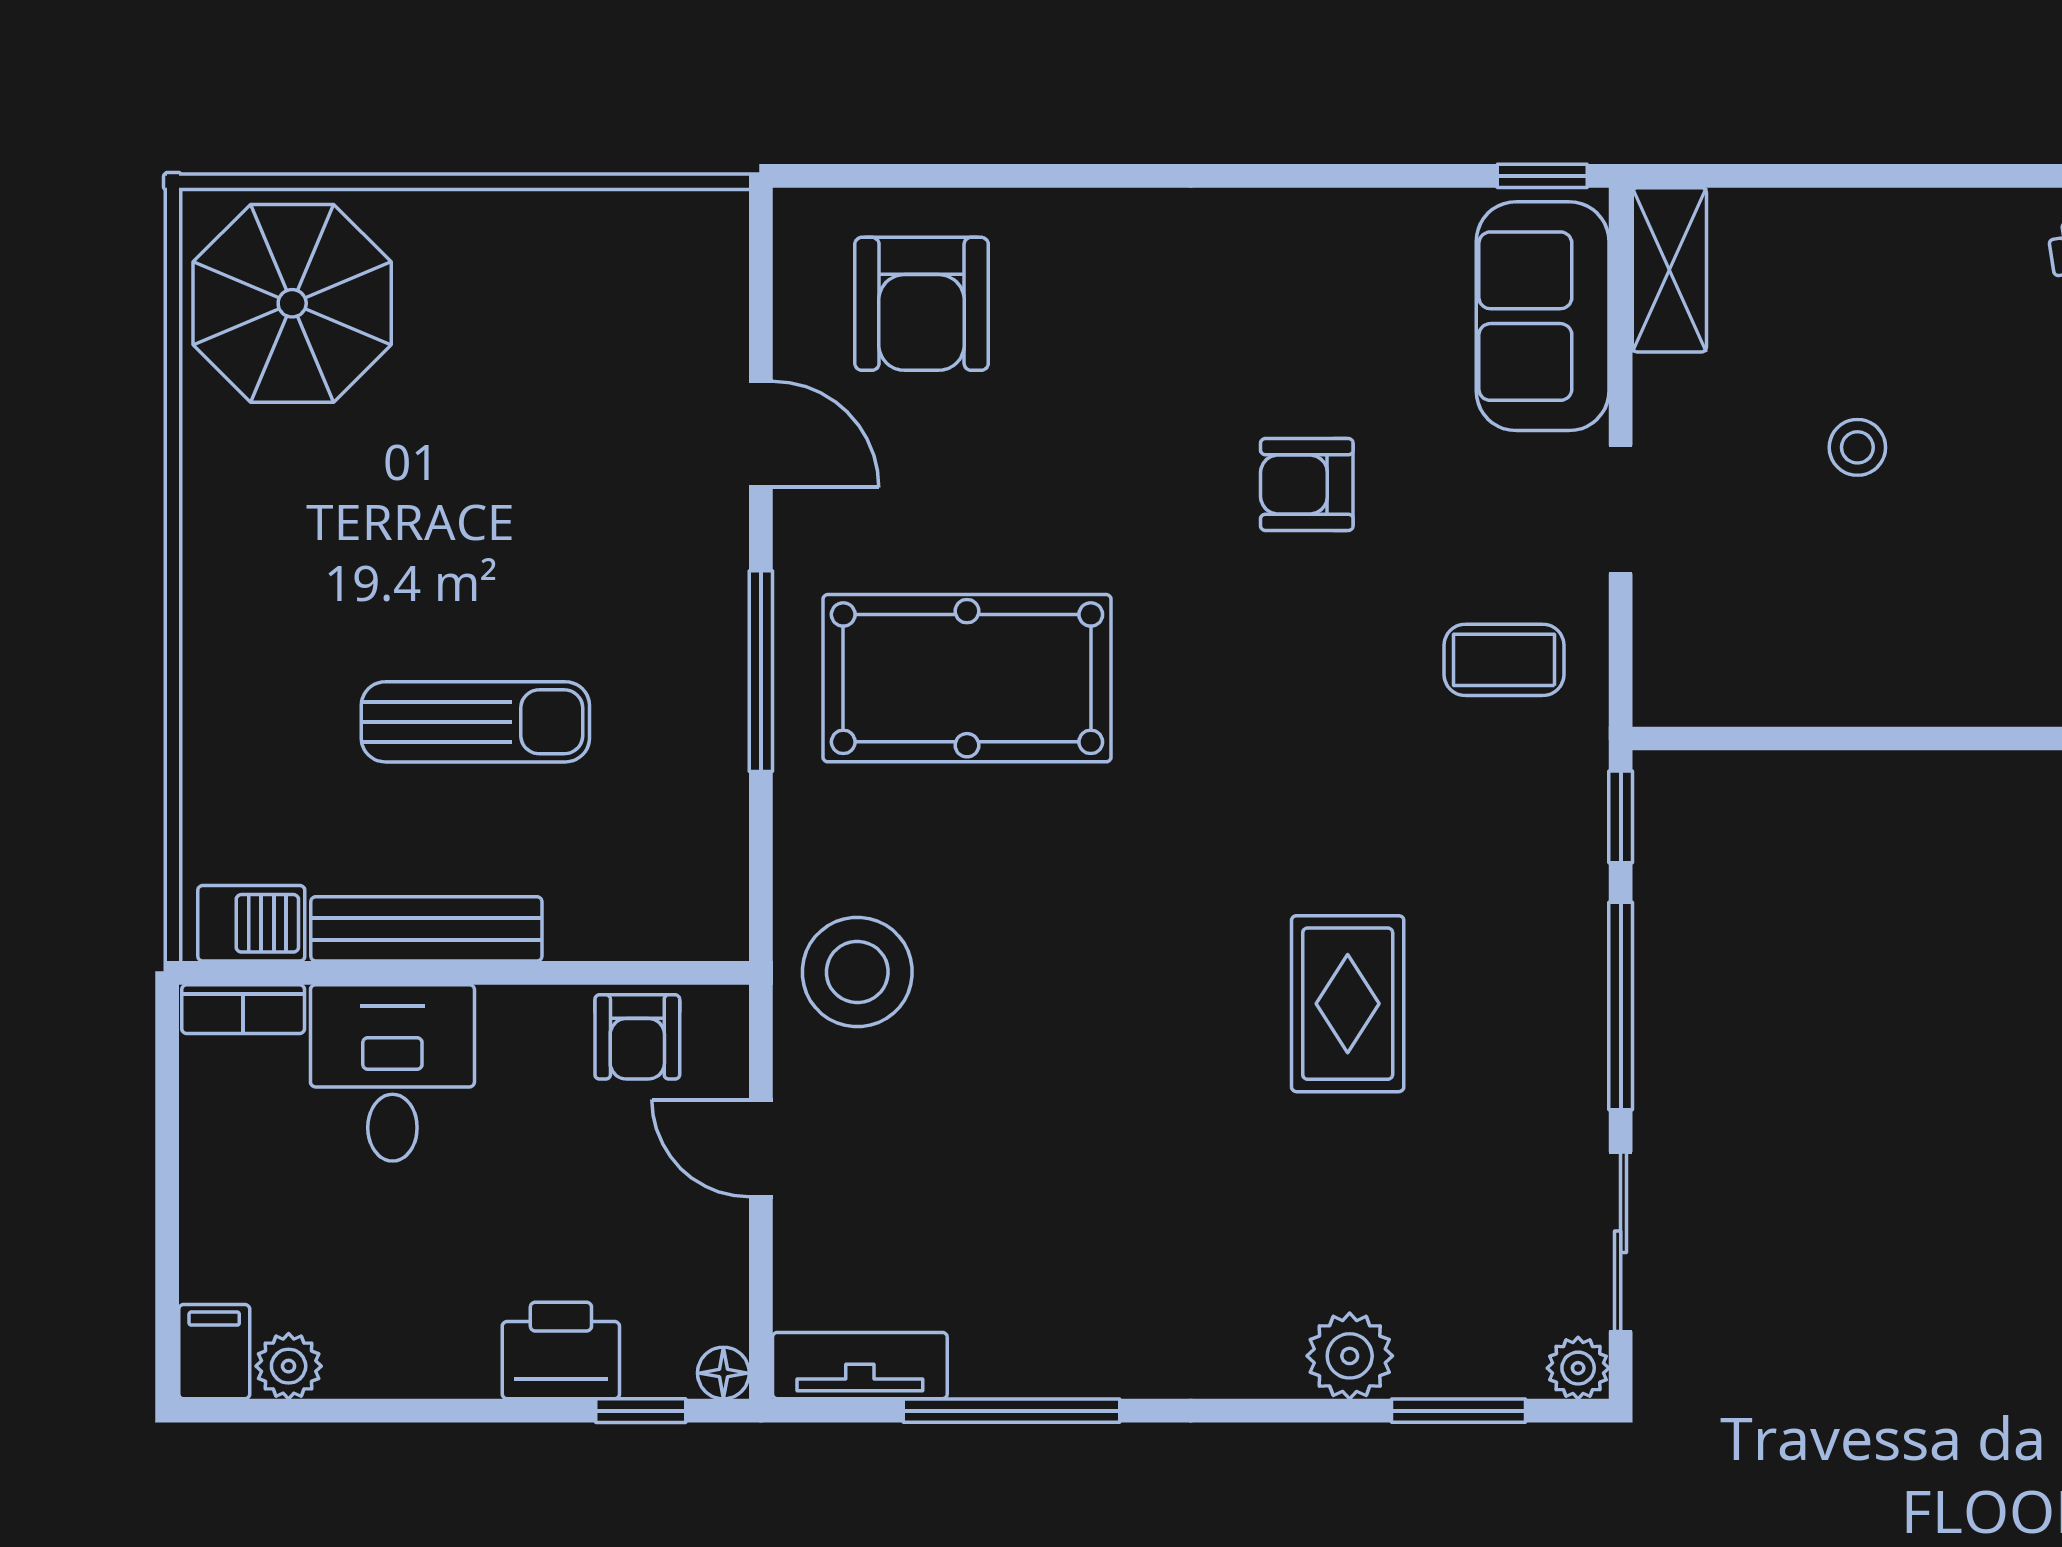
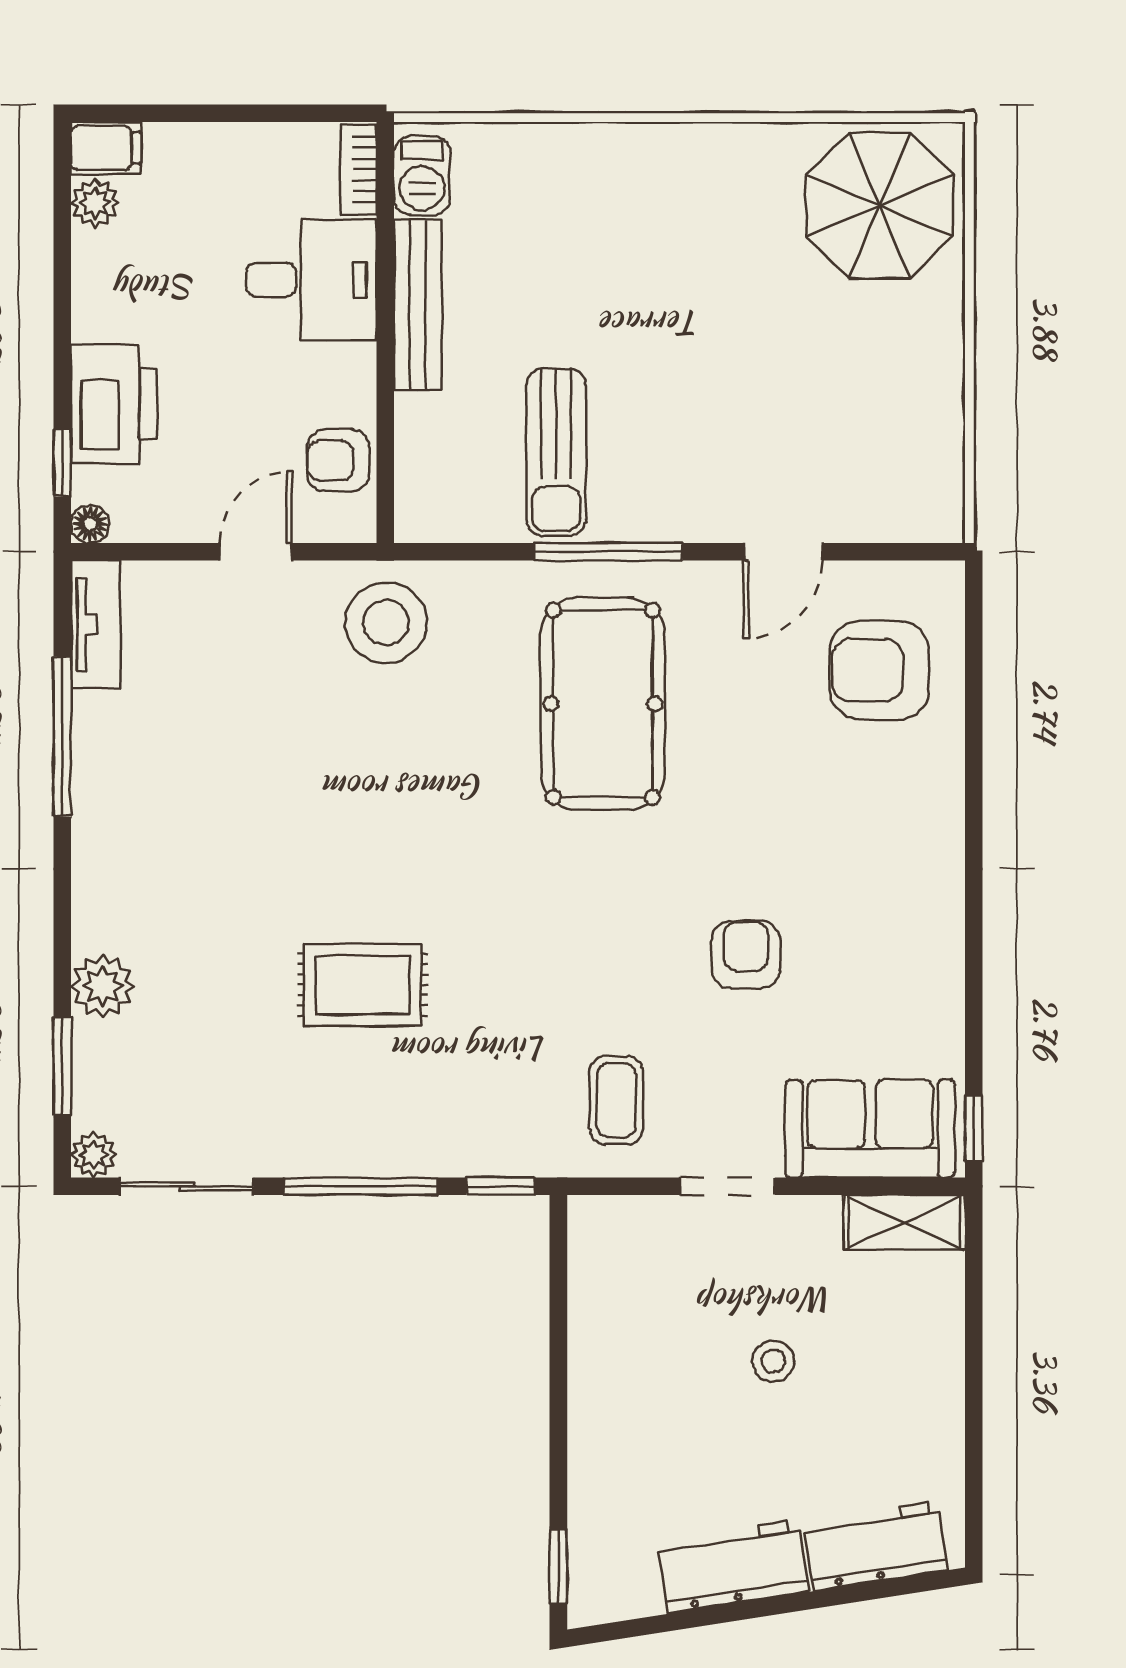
sun lounger: (475, 722) -> (556, 452), moved
printer: (561, 1350) -> (114, 404), width x1.37, depth x1.19

